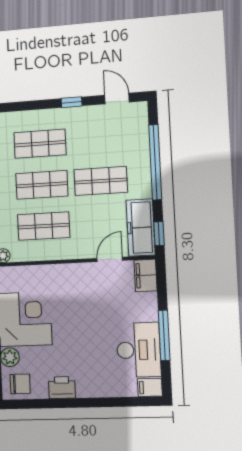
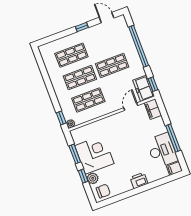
freezer: (141, 228) -> (144, 88), width x0.71
printer: (62, 388) -> (139, 181), moved

